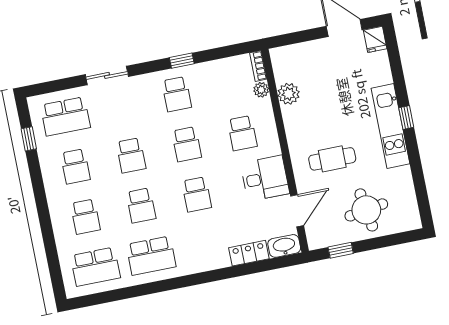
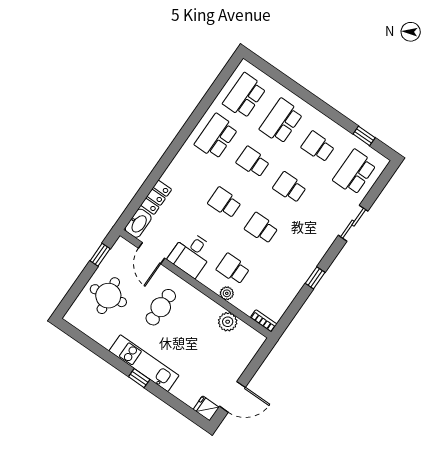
plant: (261, 90) -> (227, 293), moved
school desk: (177, 94) -> (298, 254), removed
school desk: (85, 217) -> (281, 121), width x1.85

